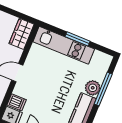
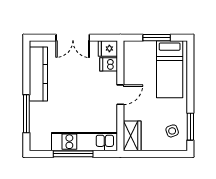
window: (78, 39) -> (73, 154), width x1.44
plant: (93, 88) -> (38, 111), removed

